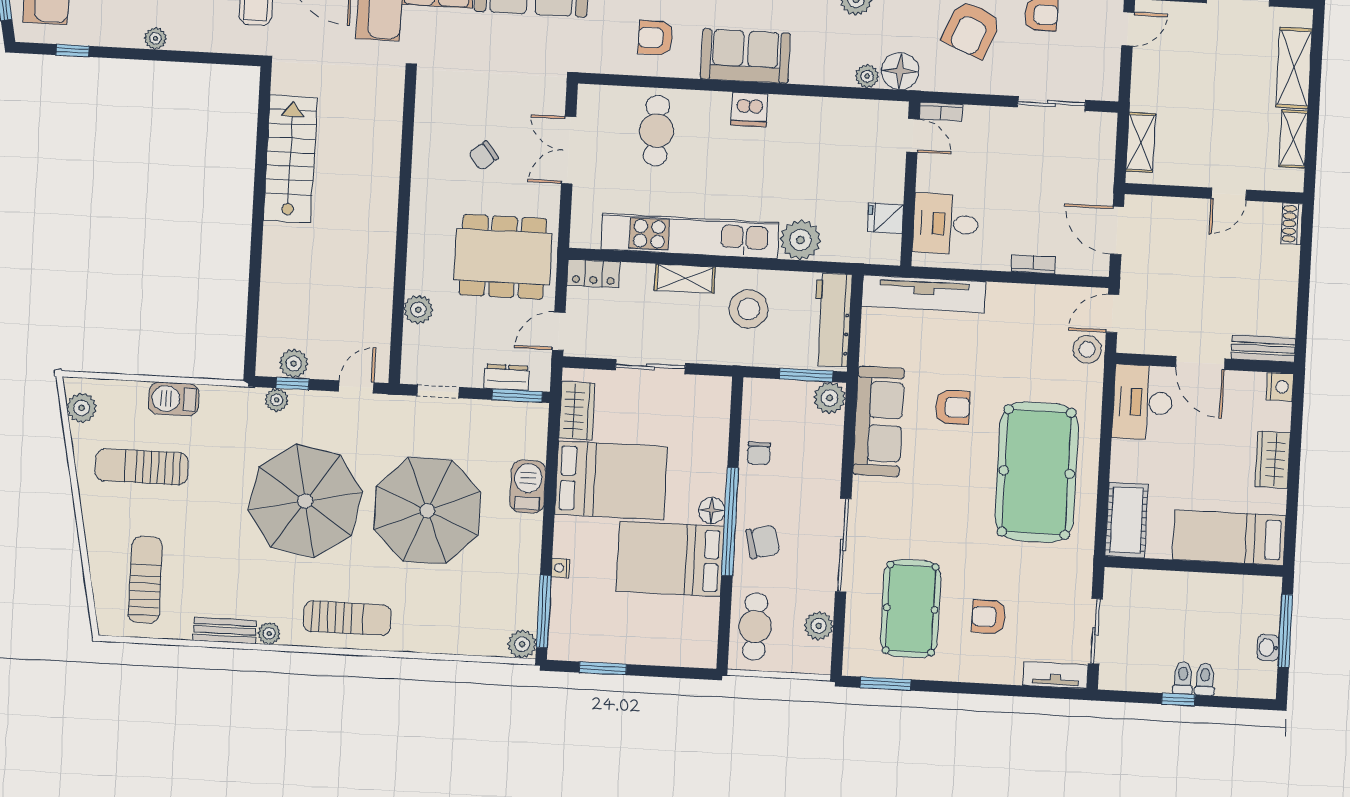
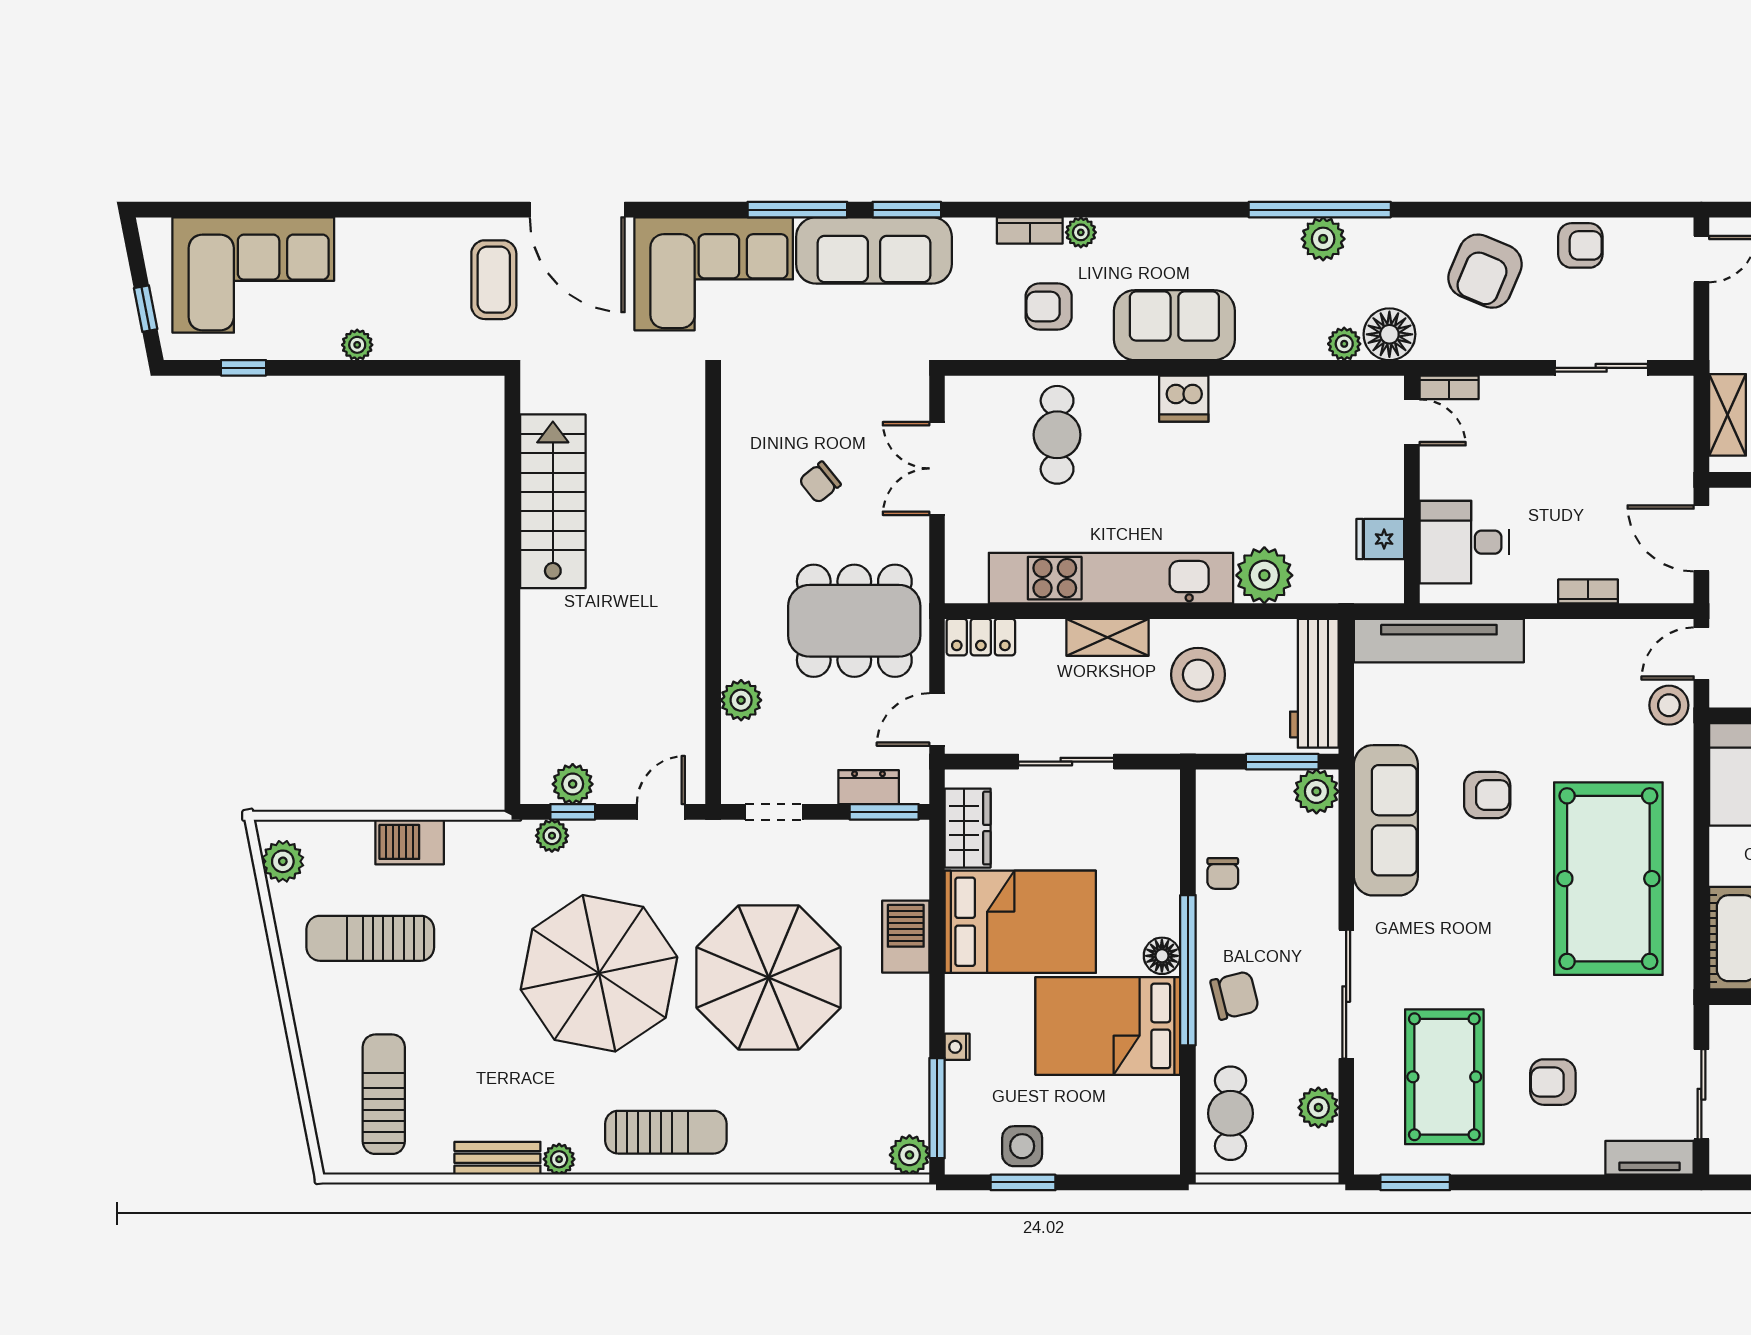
side table: (604, 642) -> (1022, 1146), added

